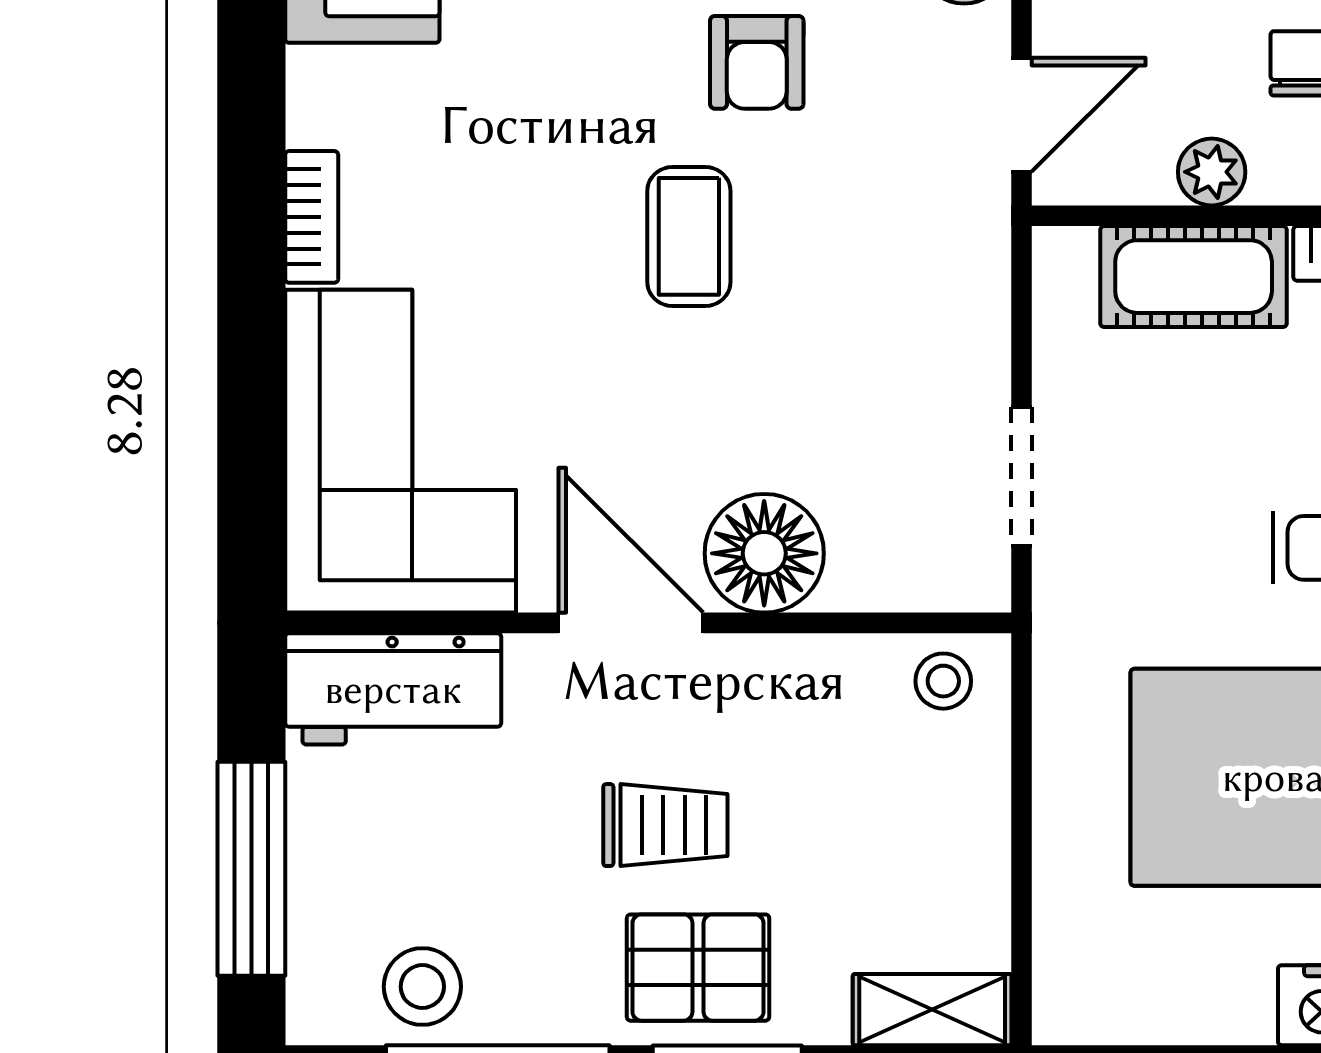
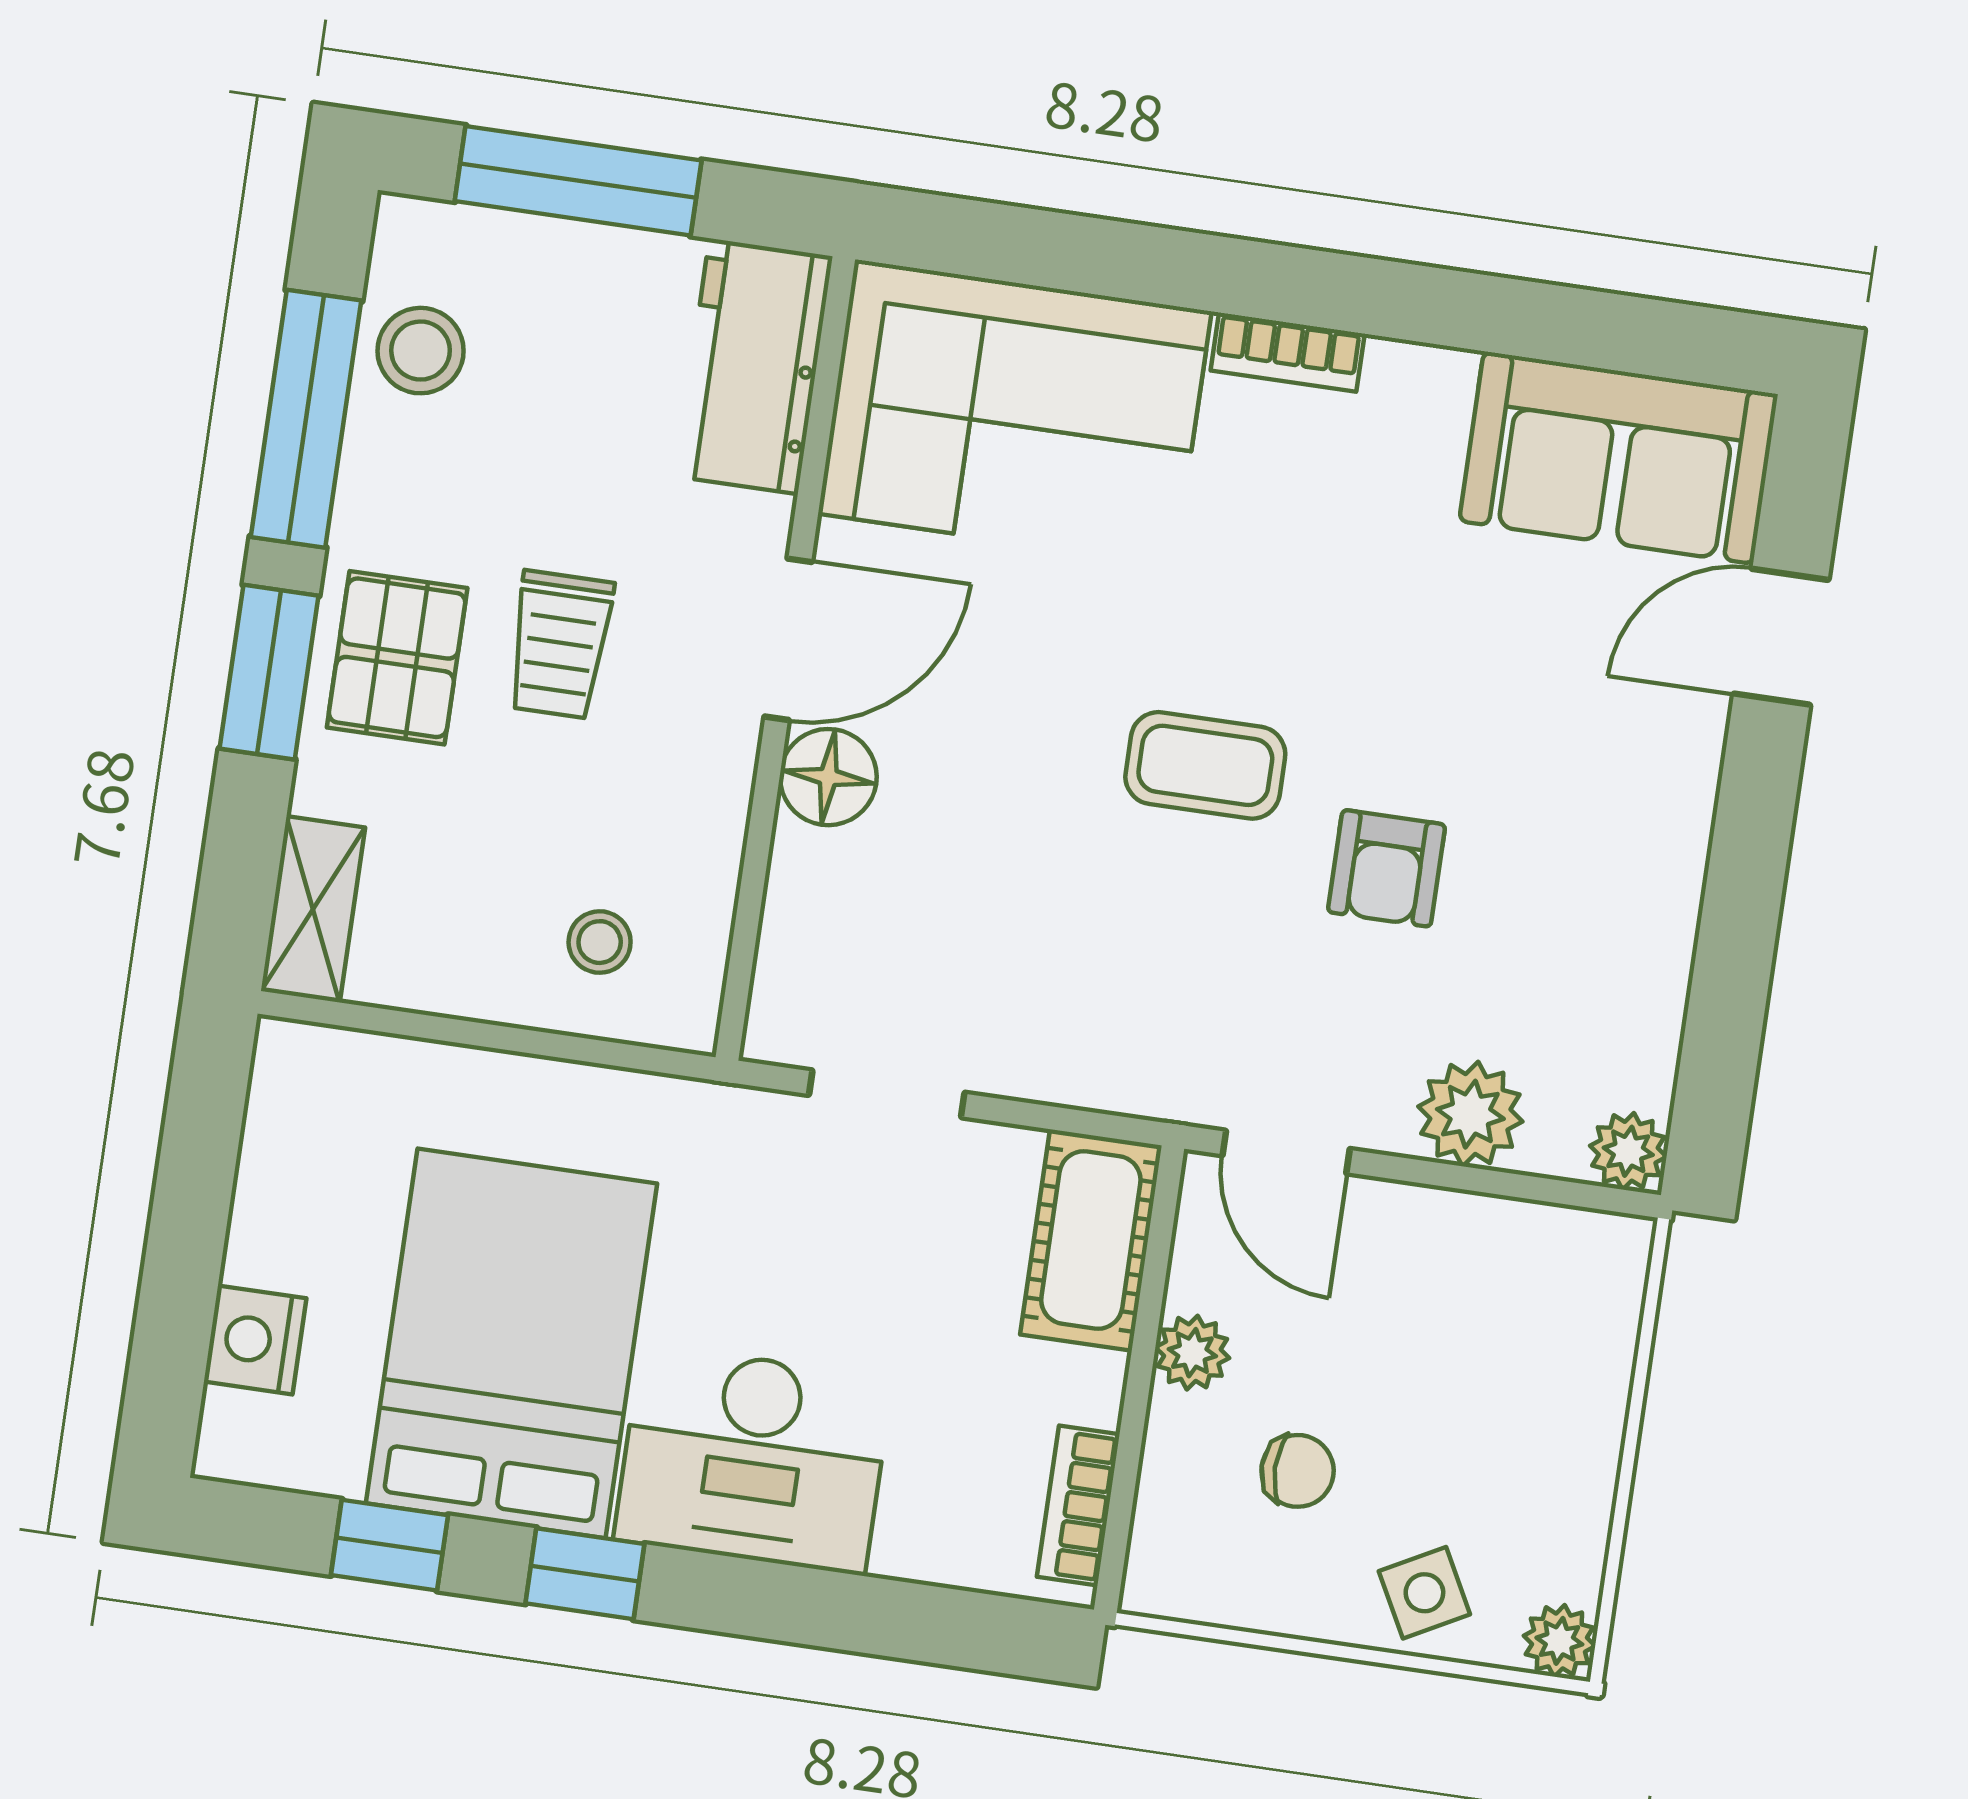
armchair: (757, 62) -> (1387, 868), turned -90
cot: (1194, 277) -> (1091, 1240), moved
floor lamp: (764, 553) -> (828, 777), width x0.73, depth x0.73
stool: (943, 681) -> (600, 942), moved

